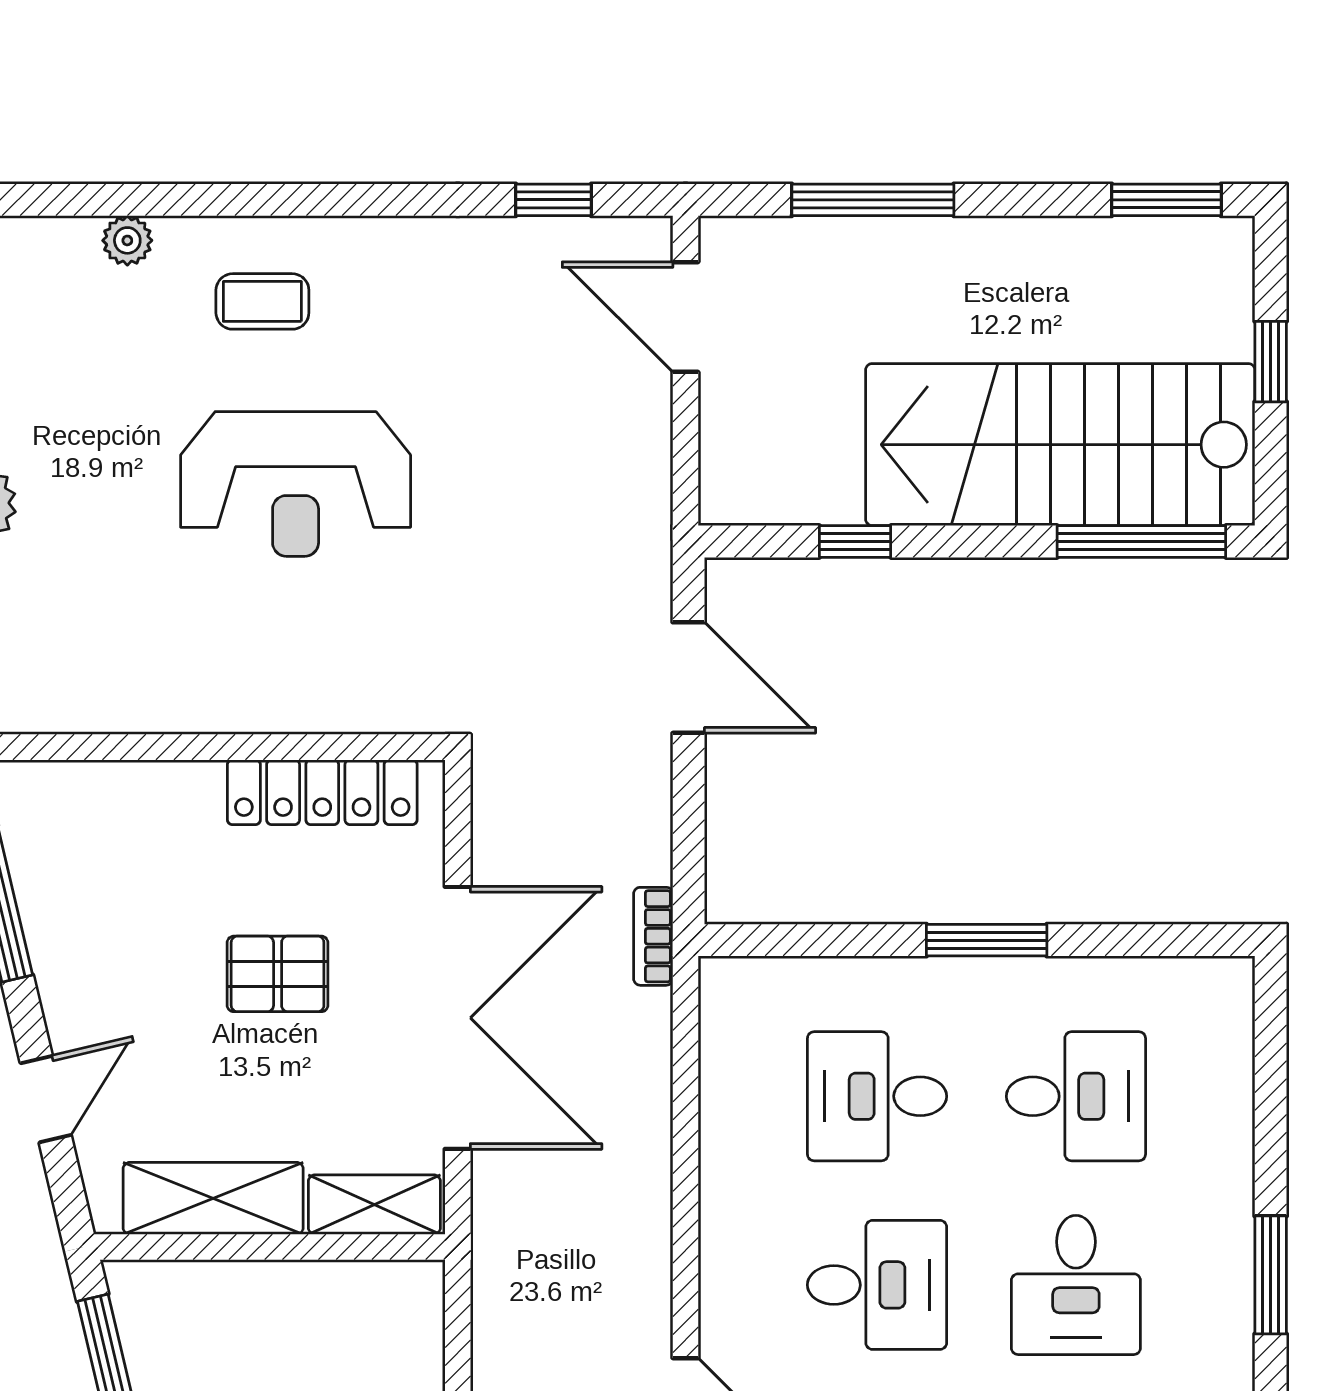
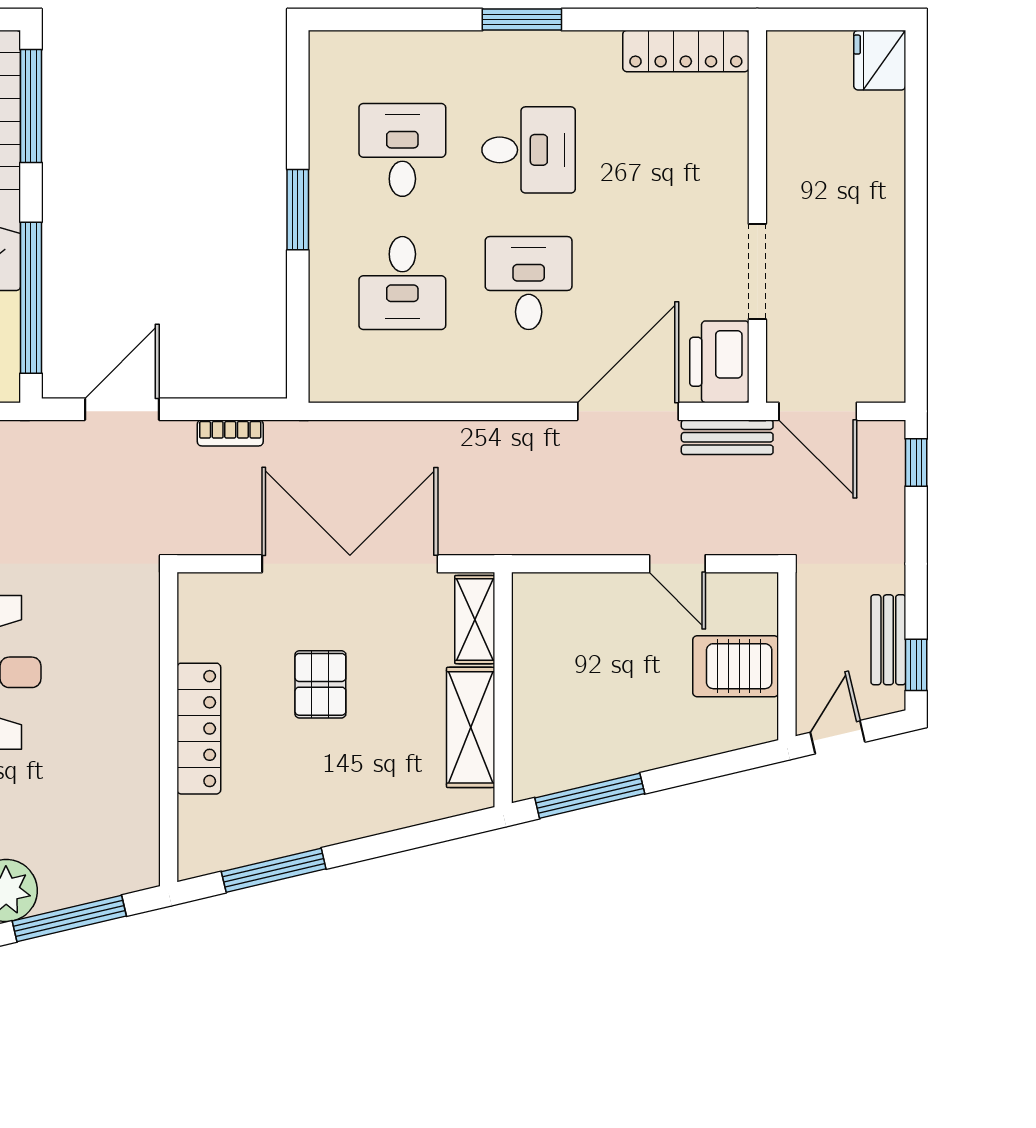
window: (855, 542) -> (31, 298), width x3.17
locker: (322, 792) -> (199, 729), moved
bookcase: (653, 936) -> (230, 433), moved
door: (46, 1099) -> (404, 839), removed

